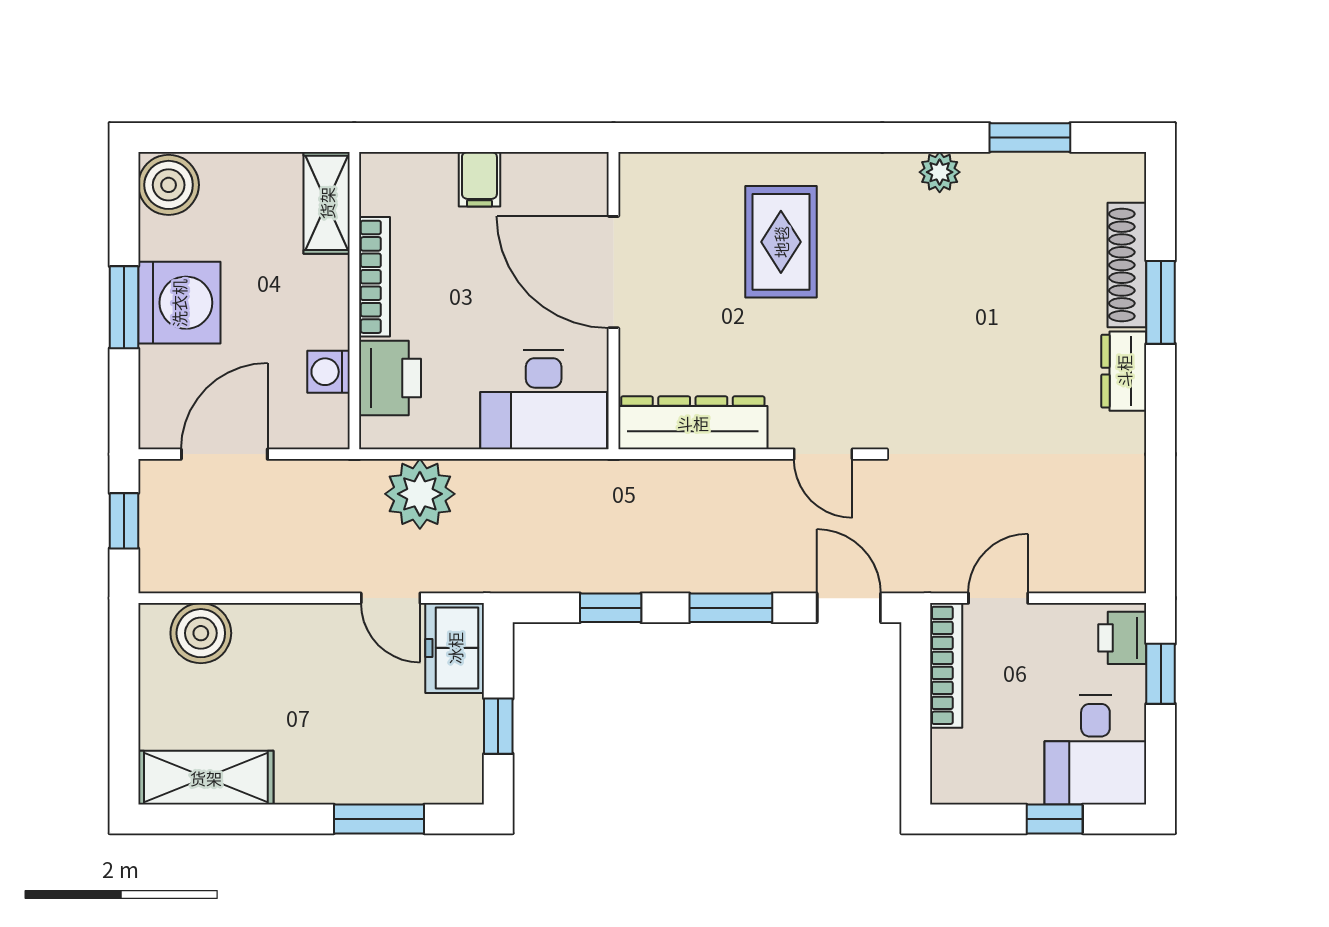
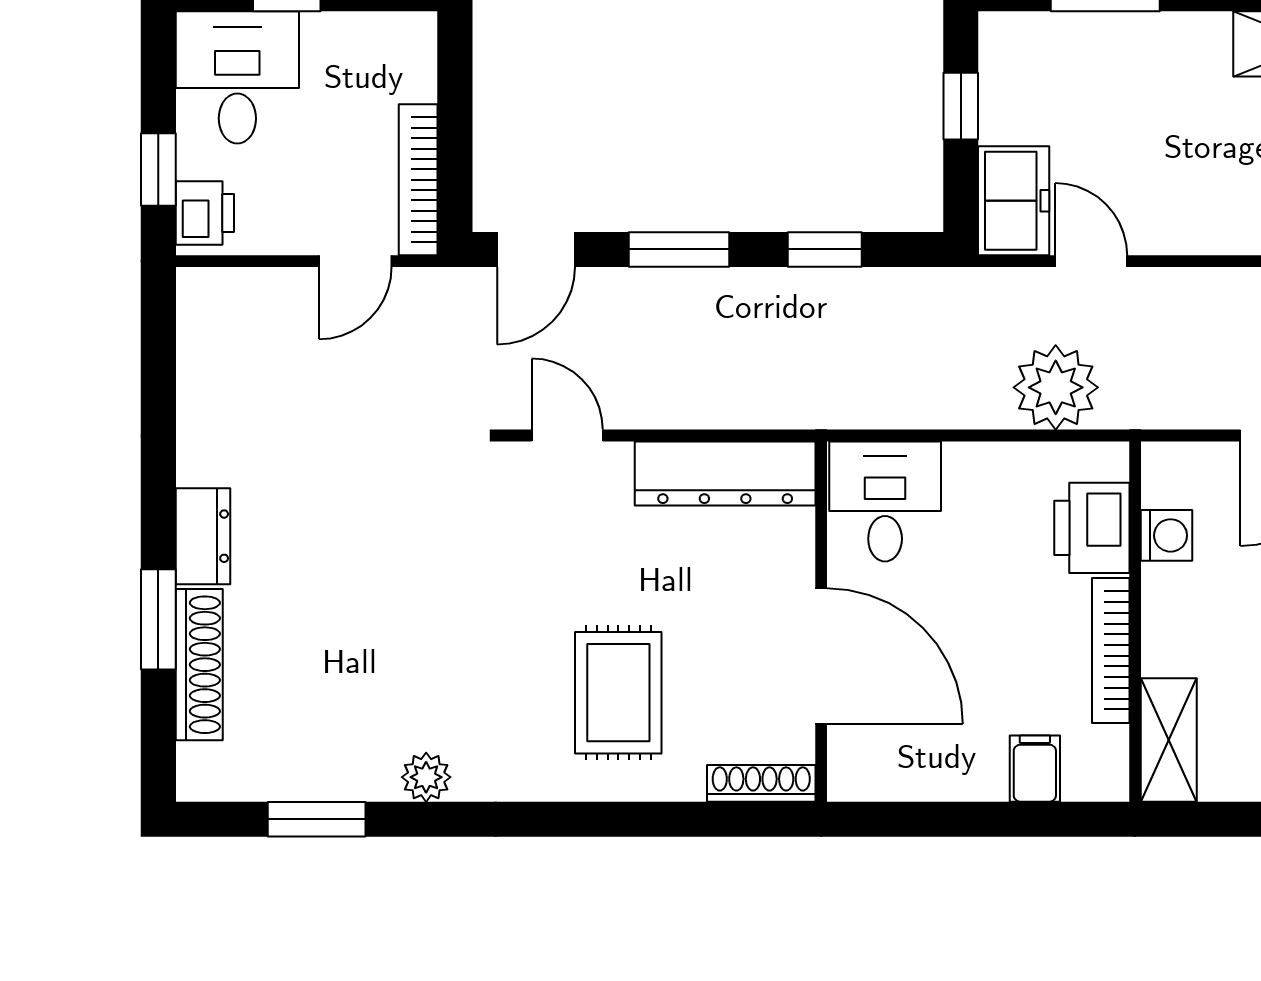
shoe rack: (663, 167) -> (761, 783), added
filing cabinet: (479, 179) -> (1035, 769), moved
desk: (544, 400) -> (885, 501), width x0.73
door: (849, 608) -> (536, 249), hinge flipped

